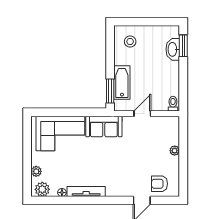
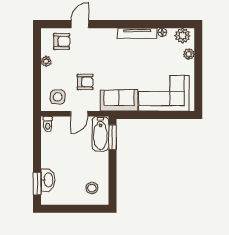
bathtub: (122, 82) -> (100, 134), moved
side table: (163, 130) -> (58, 97), added
armchair: (137, 144) -> (85, 82), added
plant: (175, 151) -> (46, 61), moved

